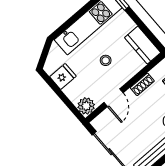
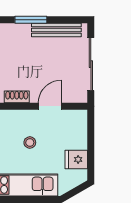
plant: (86, 106) -> (78, 119), removed

